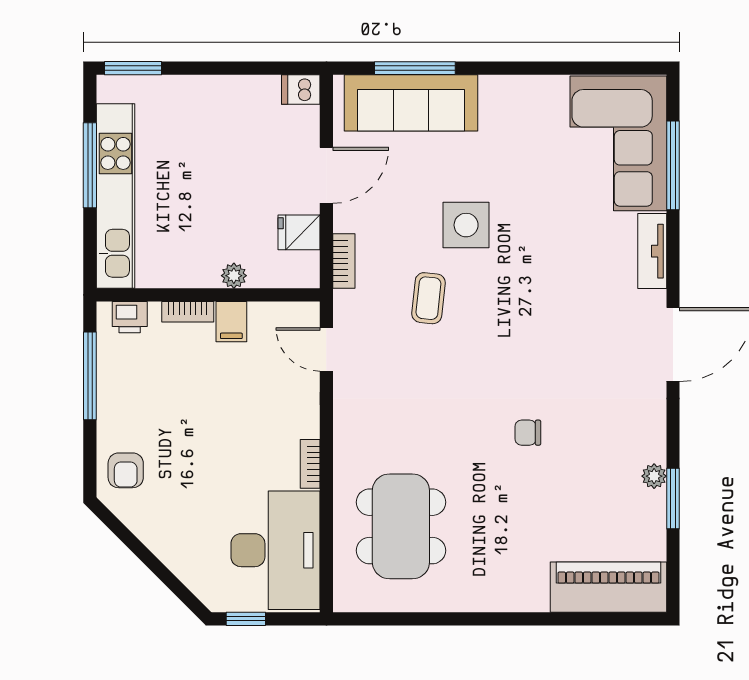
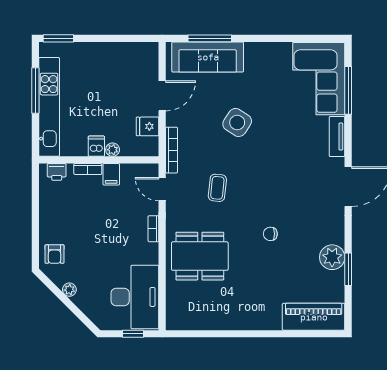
dishwasher: (301, 89) -> (96, 146), moved, turned 90
side table: (466, 225) -> (237, 122), turned 33
bookcase: (344, 261) -> (172, 150), width x1.56
coffee table: (428, 298) -> (217, 188), moved
window: (90, 376) -> (35, 203), removed
bookcase: (310, 464) -> (153, 229), moved
plant: (654, 476) -> (332, 257), width x1.88, depth x1.88
dining table: (401, 526) -> (200, 256), moved, turned 90
plant: (153, 537) -> (69, 290), added
window: (246, 619) -> (133, 334), moved

